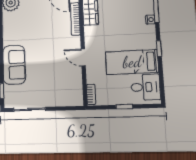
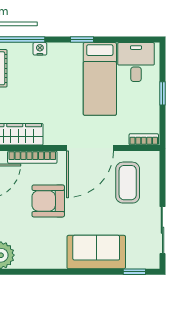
armchair: (47, 31) -> (48, 201), added
door: (83, 57) -> (90, 148), width x1.88
coffee table: (61, 84) -> (128, 183), added

